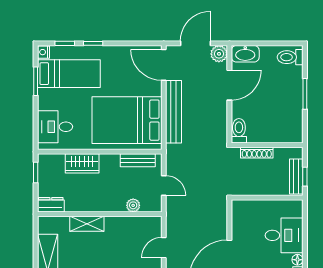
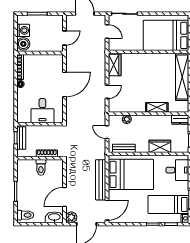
door: (164, 65) -> (107, 210), hinge flipped
toilet: (239, 131) -> (41, 167), moved
desk: (284, 235) -> (42, 111), moved, turned -90

